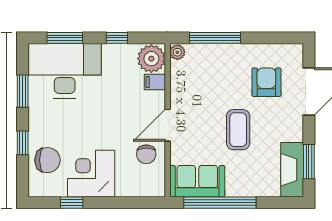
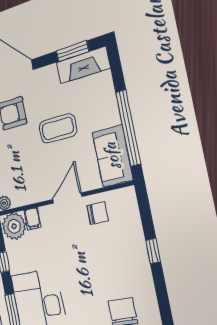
door: (168, 125) -> (67, 198), swing flipped
corner desk: (91, 174) -> (127, 266), removed
window: (72, 203) -> (153, 251), moved

